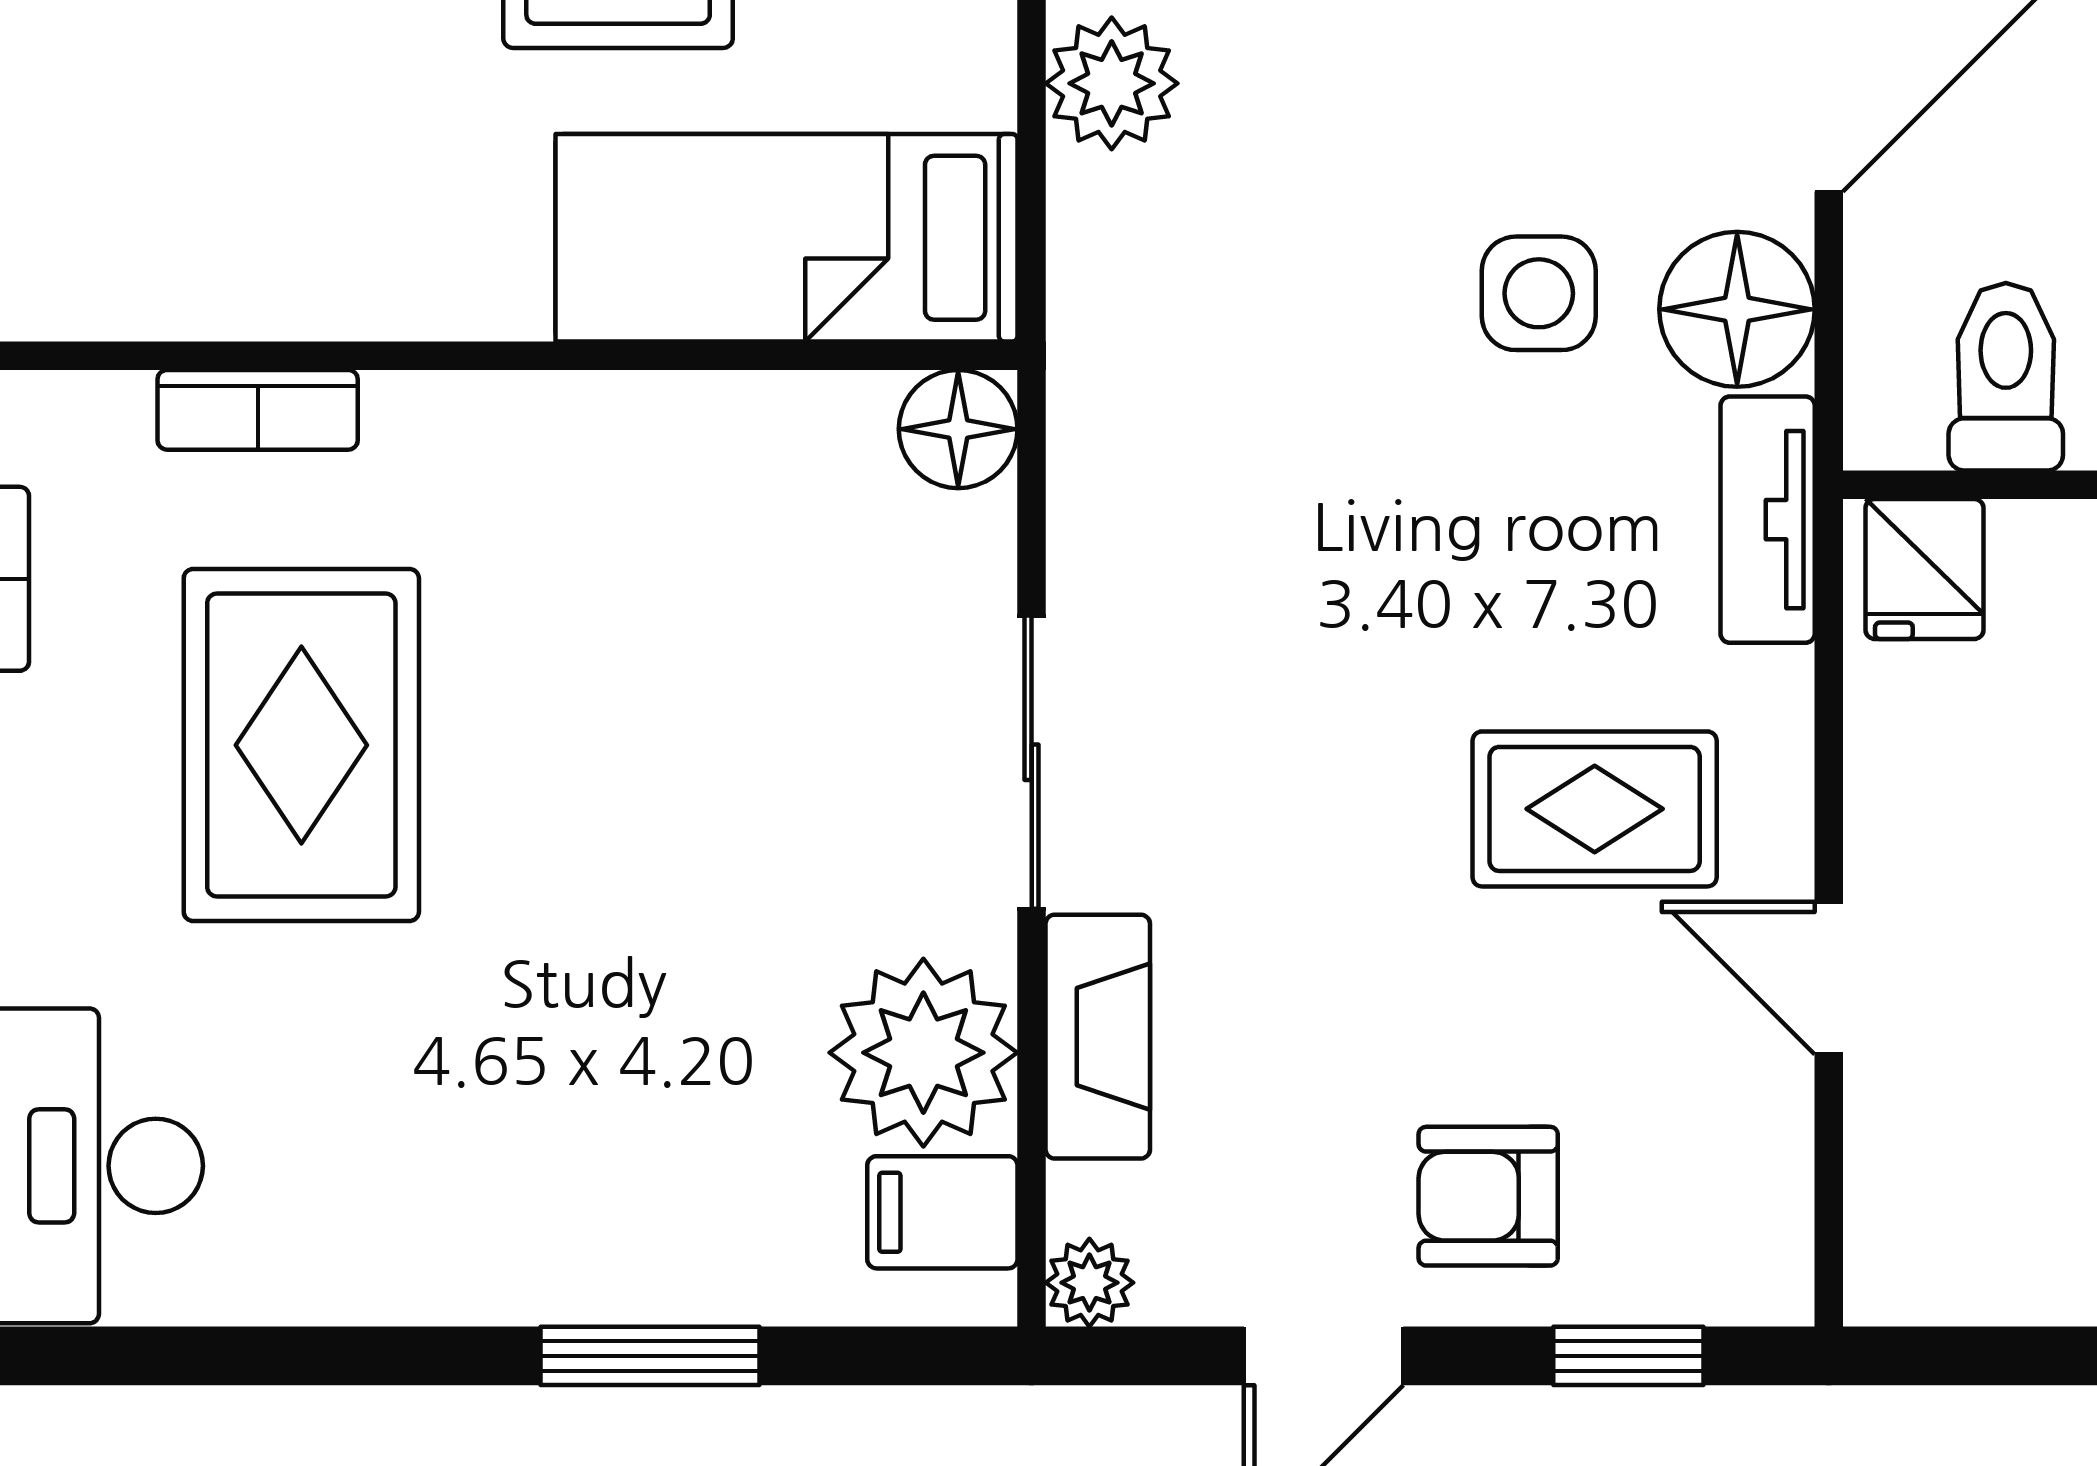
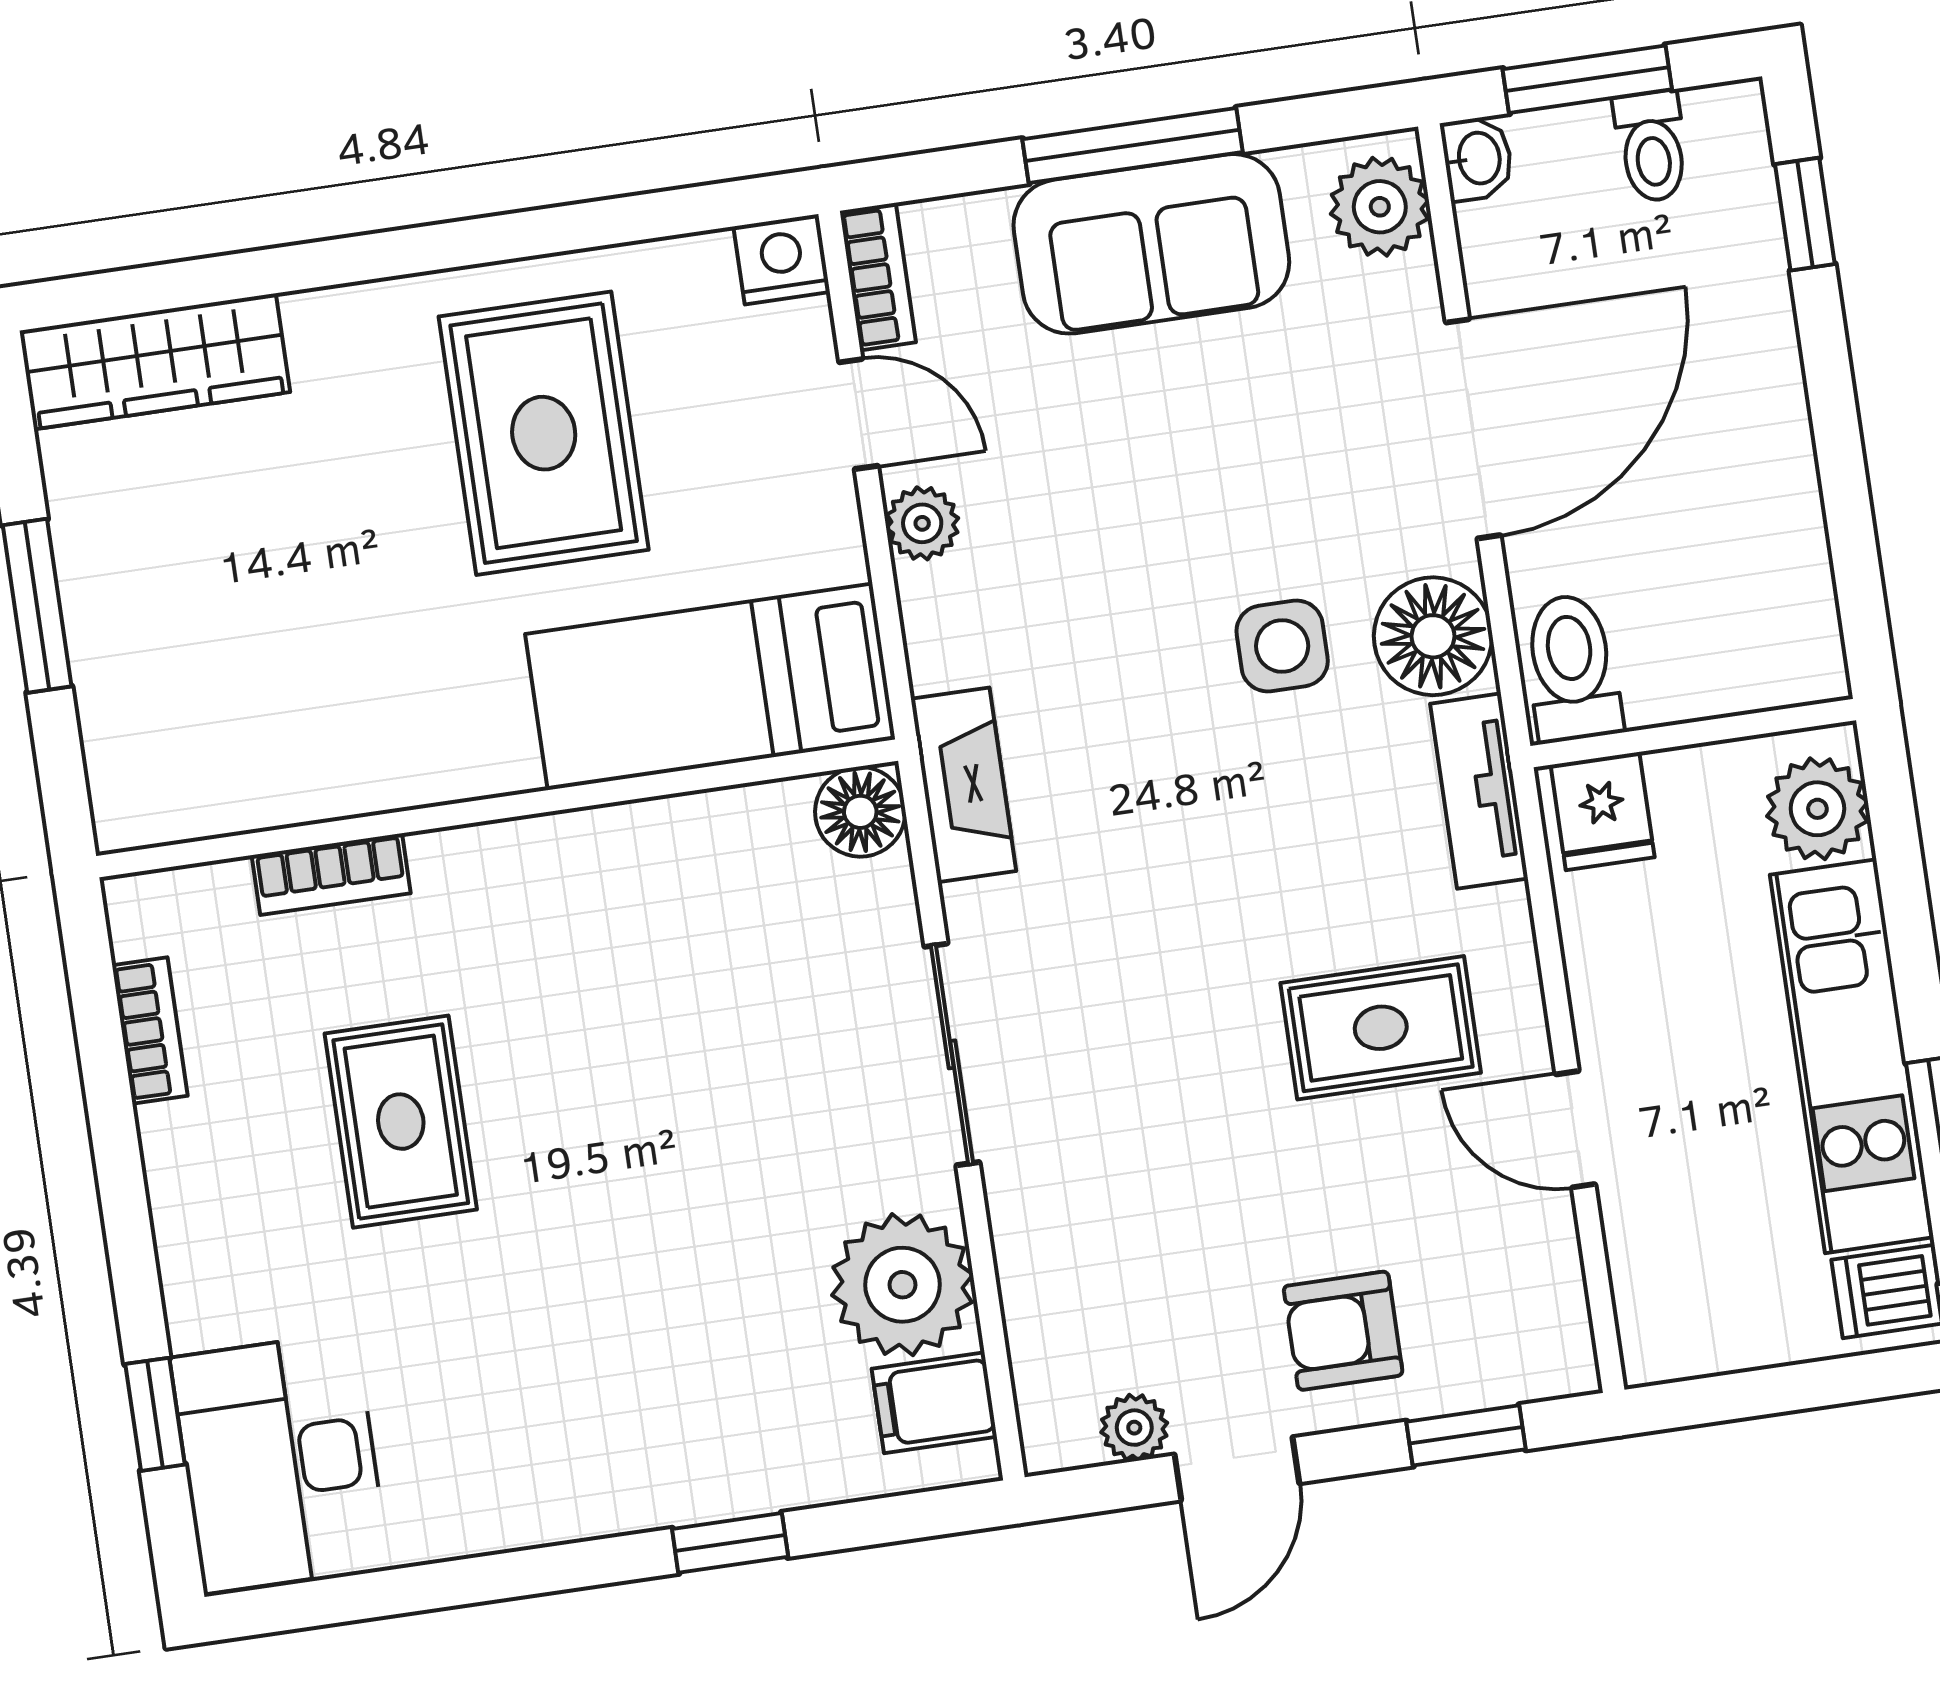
plant: (1112, 83) -> (922, 523), width x0.73, depth x0.73
toilet: (2006, 377) -> (1572, 668), moved
rug: (301, 745) -> (401, 1122), width x0.73, depth x0.70
fireplace: (1098, 1037) -> (964, 785), moved
plant: (1089, 1283) -> (1134, 1428), moved
window: (650, 1356) -> (730, 1543), width x0.67

